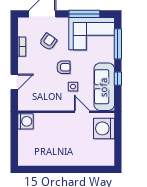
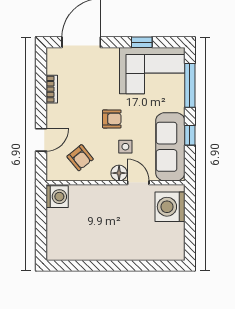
window: (84, 14) -> (142, 42), width x0.46
armchair: (48, 42) -> (80, 158), moved, turned 106
floor lamp: (69, 105) -> (119, 173), added

